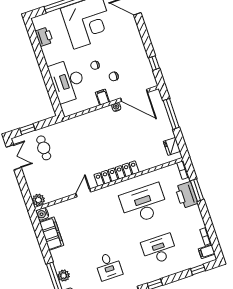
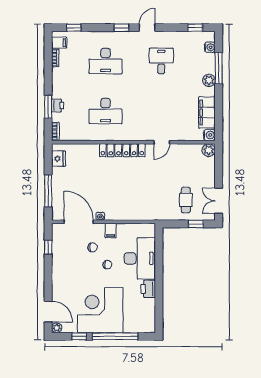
printer: (44, 37) -> (148, 289), moved
printer: (186, 195) -> (58, 105), width x0.53, depth x0.68
desk: (144, 204) -> (106, 111), width x0.73, depth x0.77
plant: (64, 276) -> (209, 80), moved

